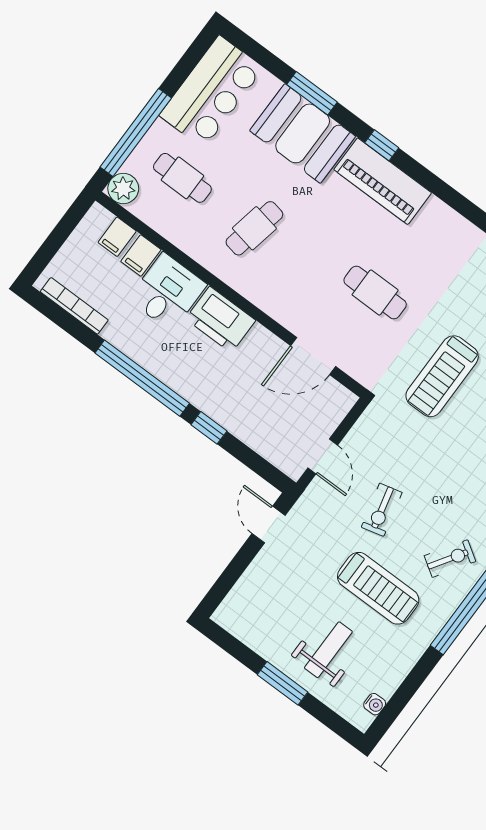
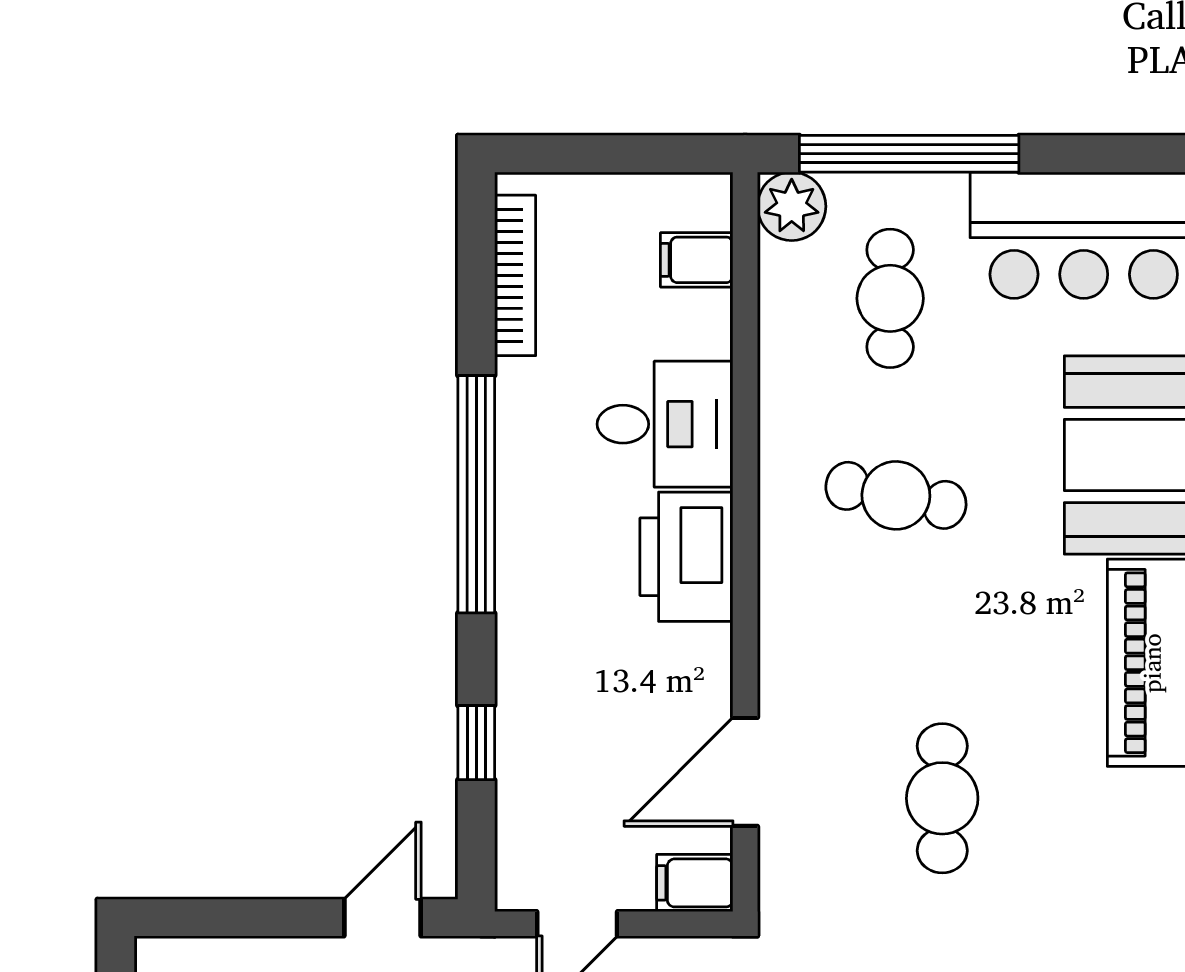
filing cabinet: (141, 255) -> (695, 883), moved
door: (313, 356) -> (745, 772), hinge flipped
window: (209, 428) -> (476, 743), moved

